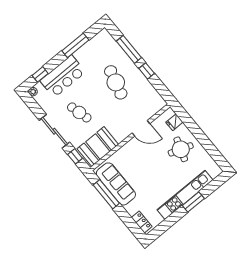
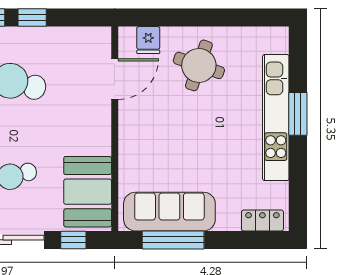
door: (141, 128) -> (115, 79), moved

